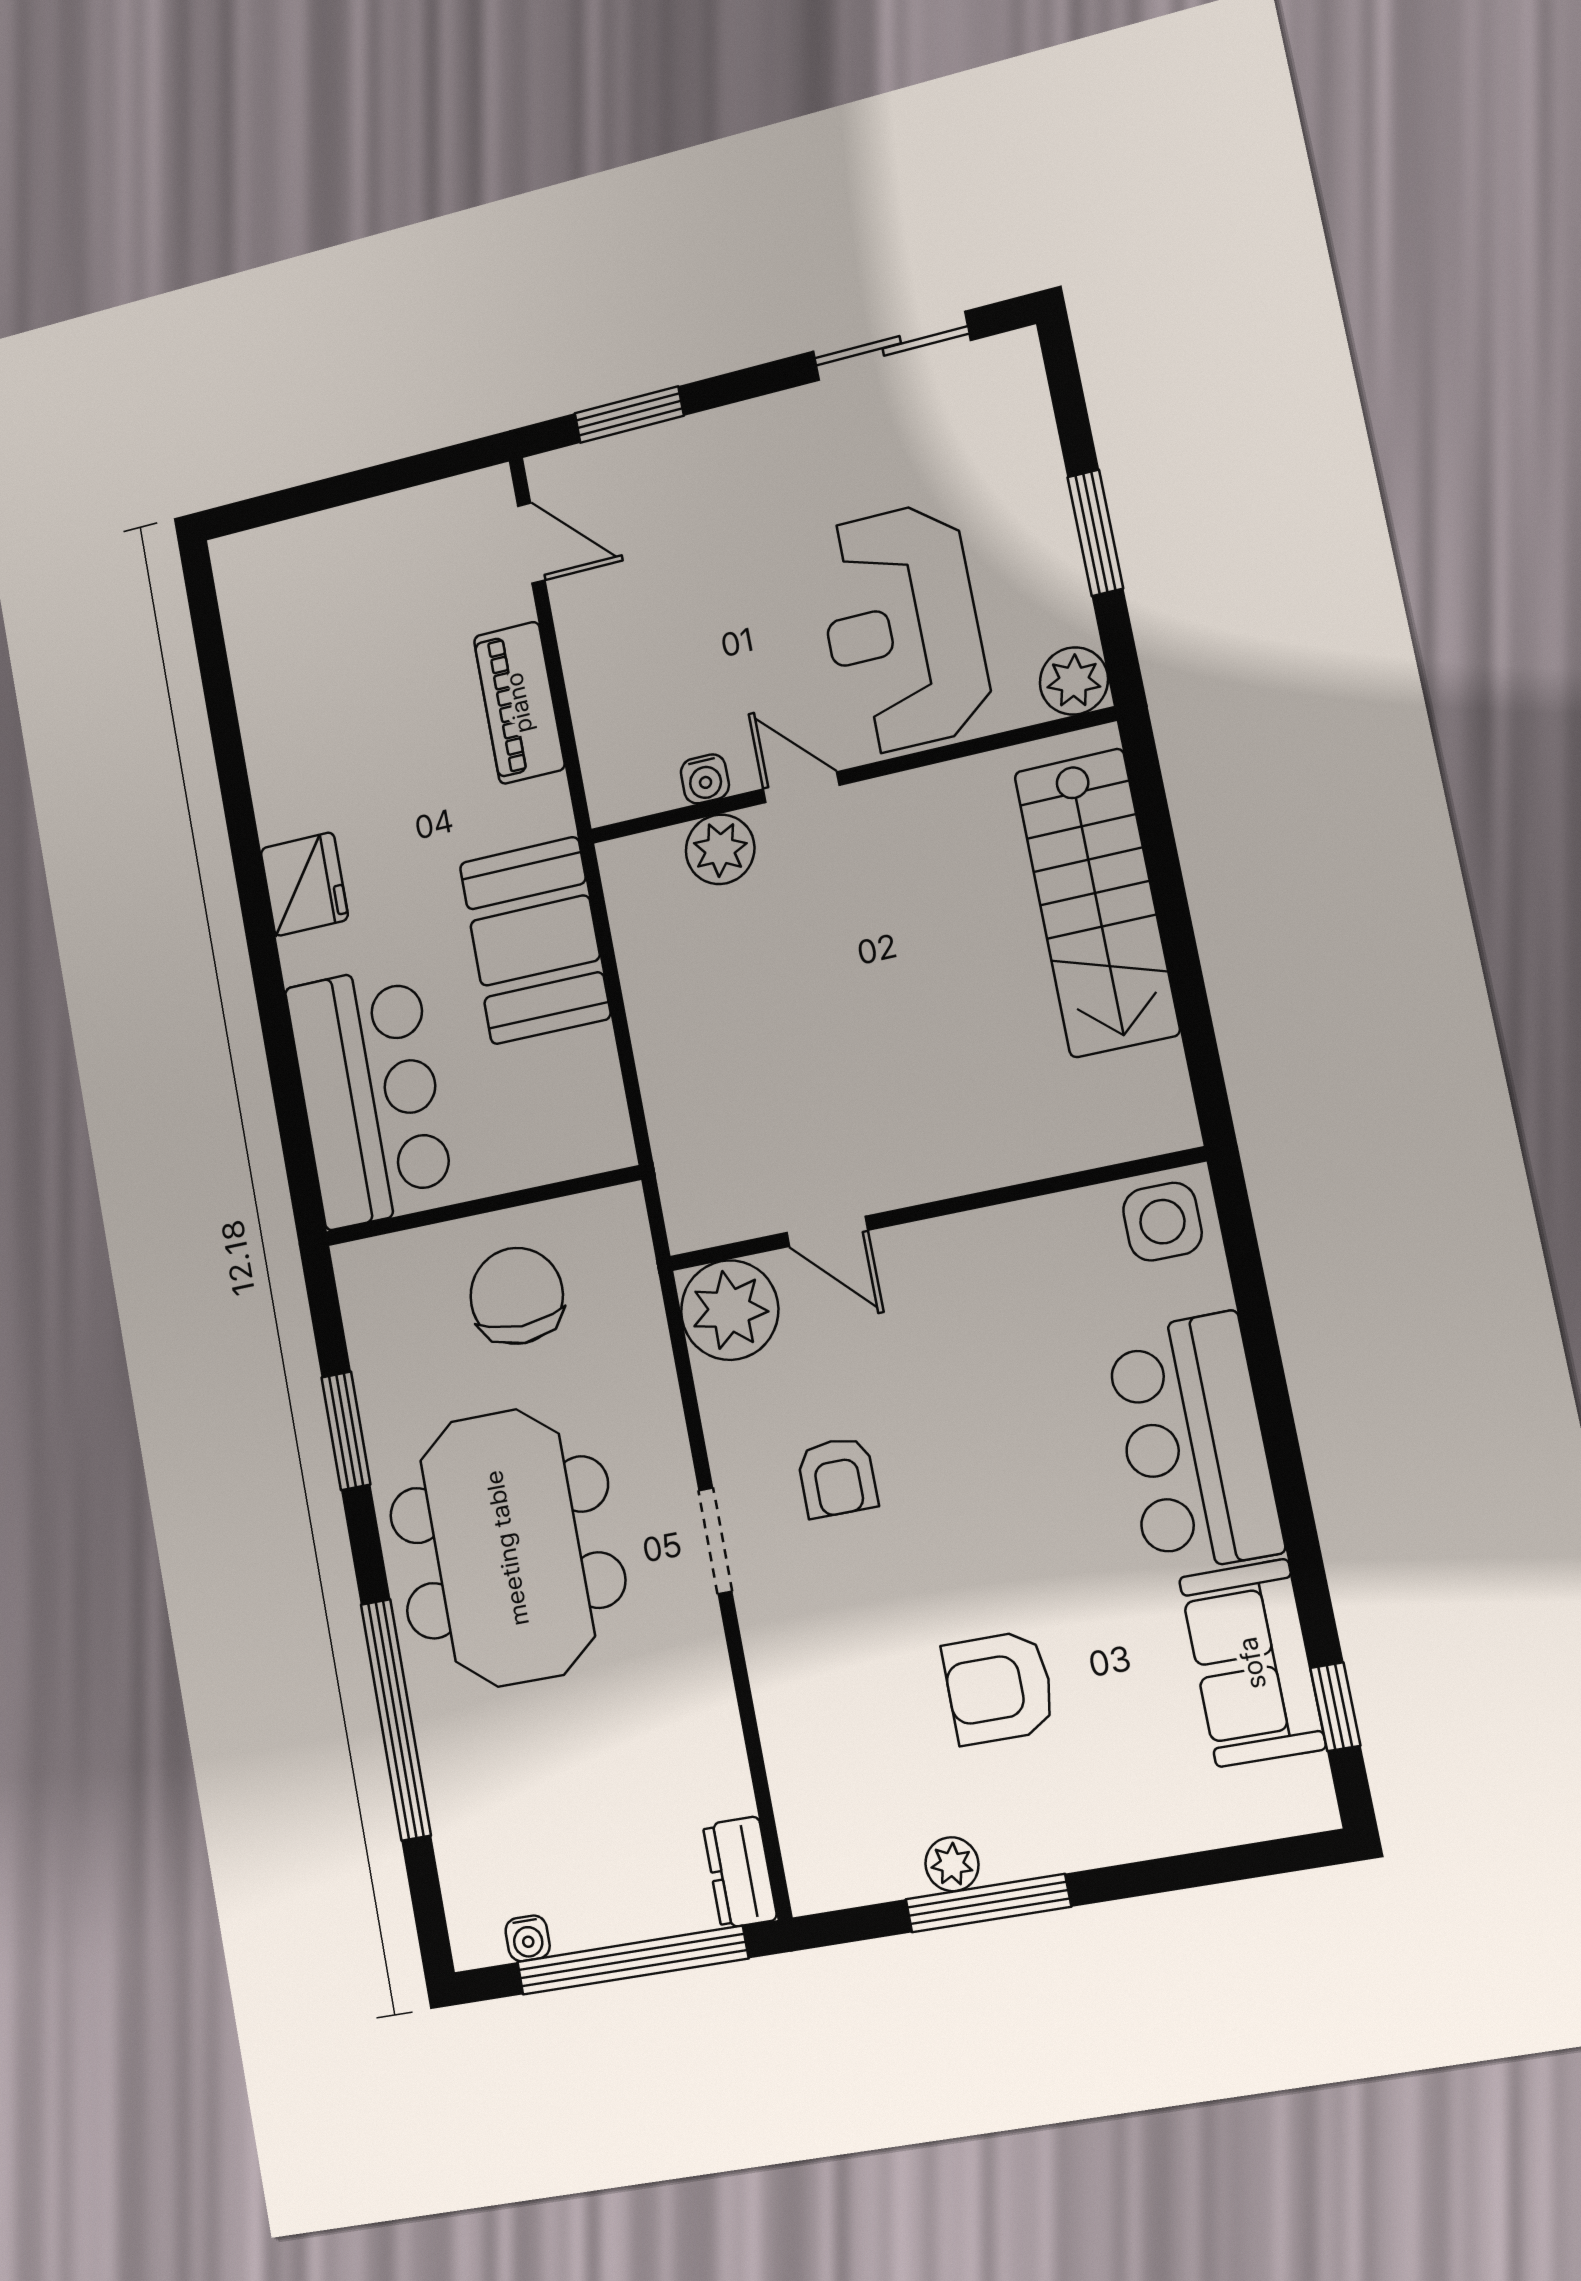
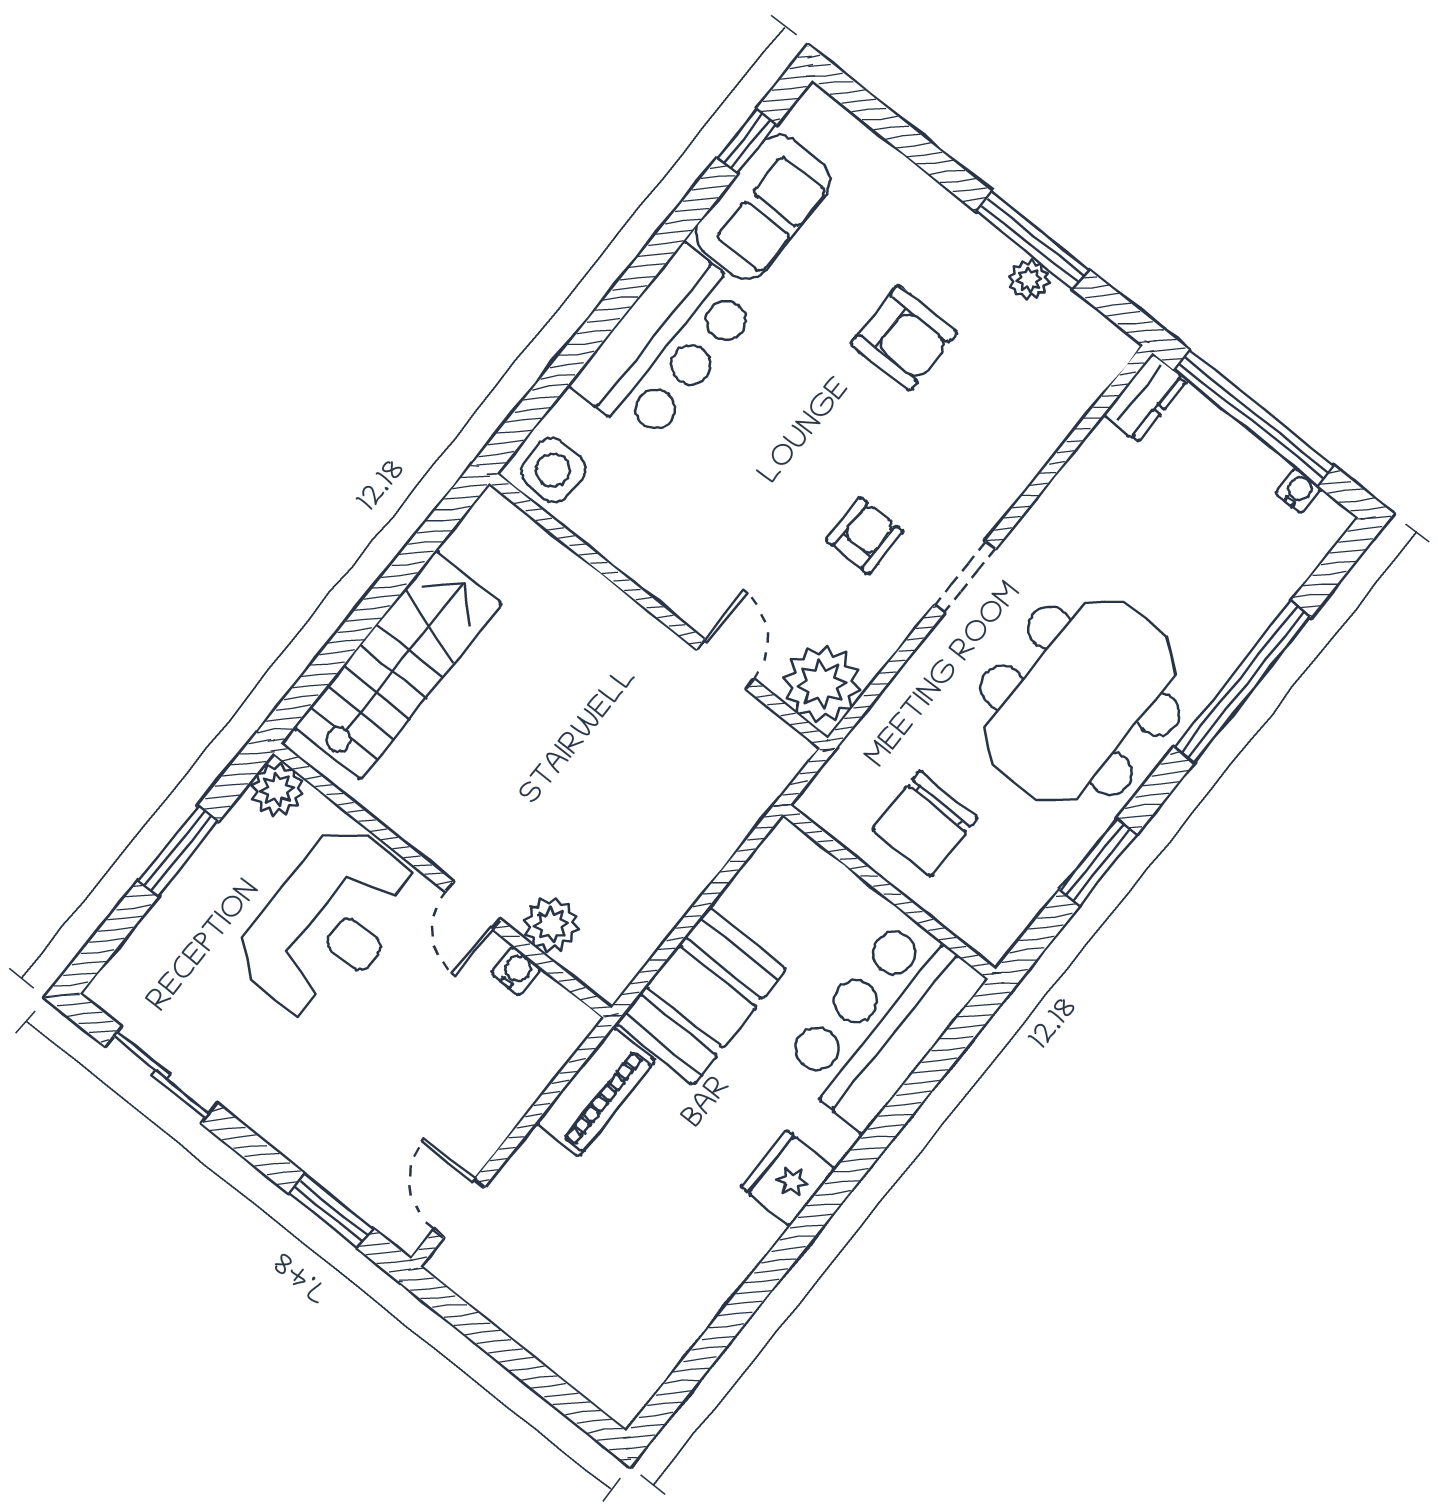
piano: (519, 703) -> (596, 1092), moved

